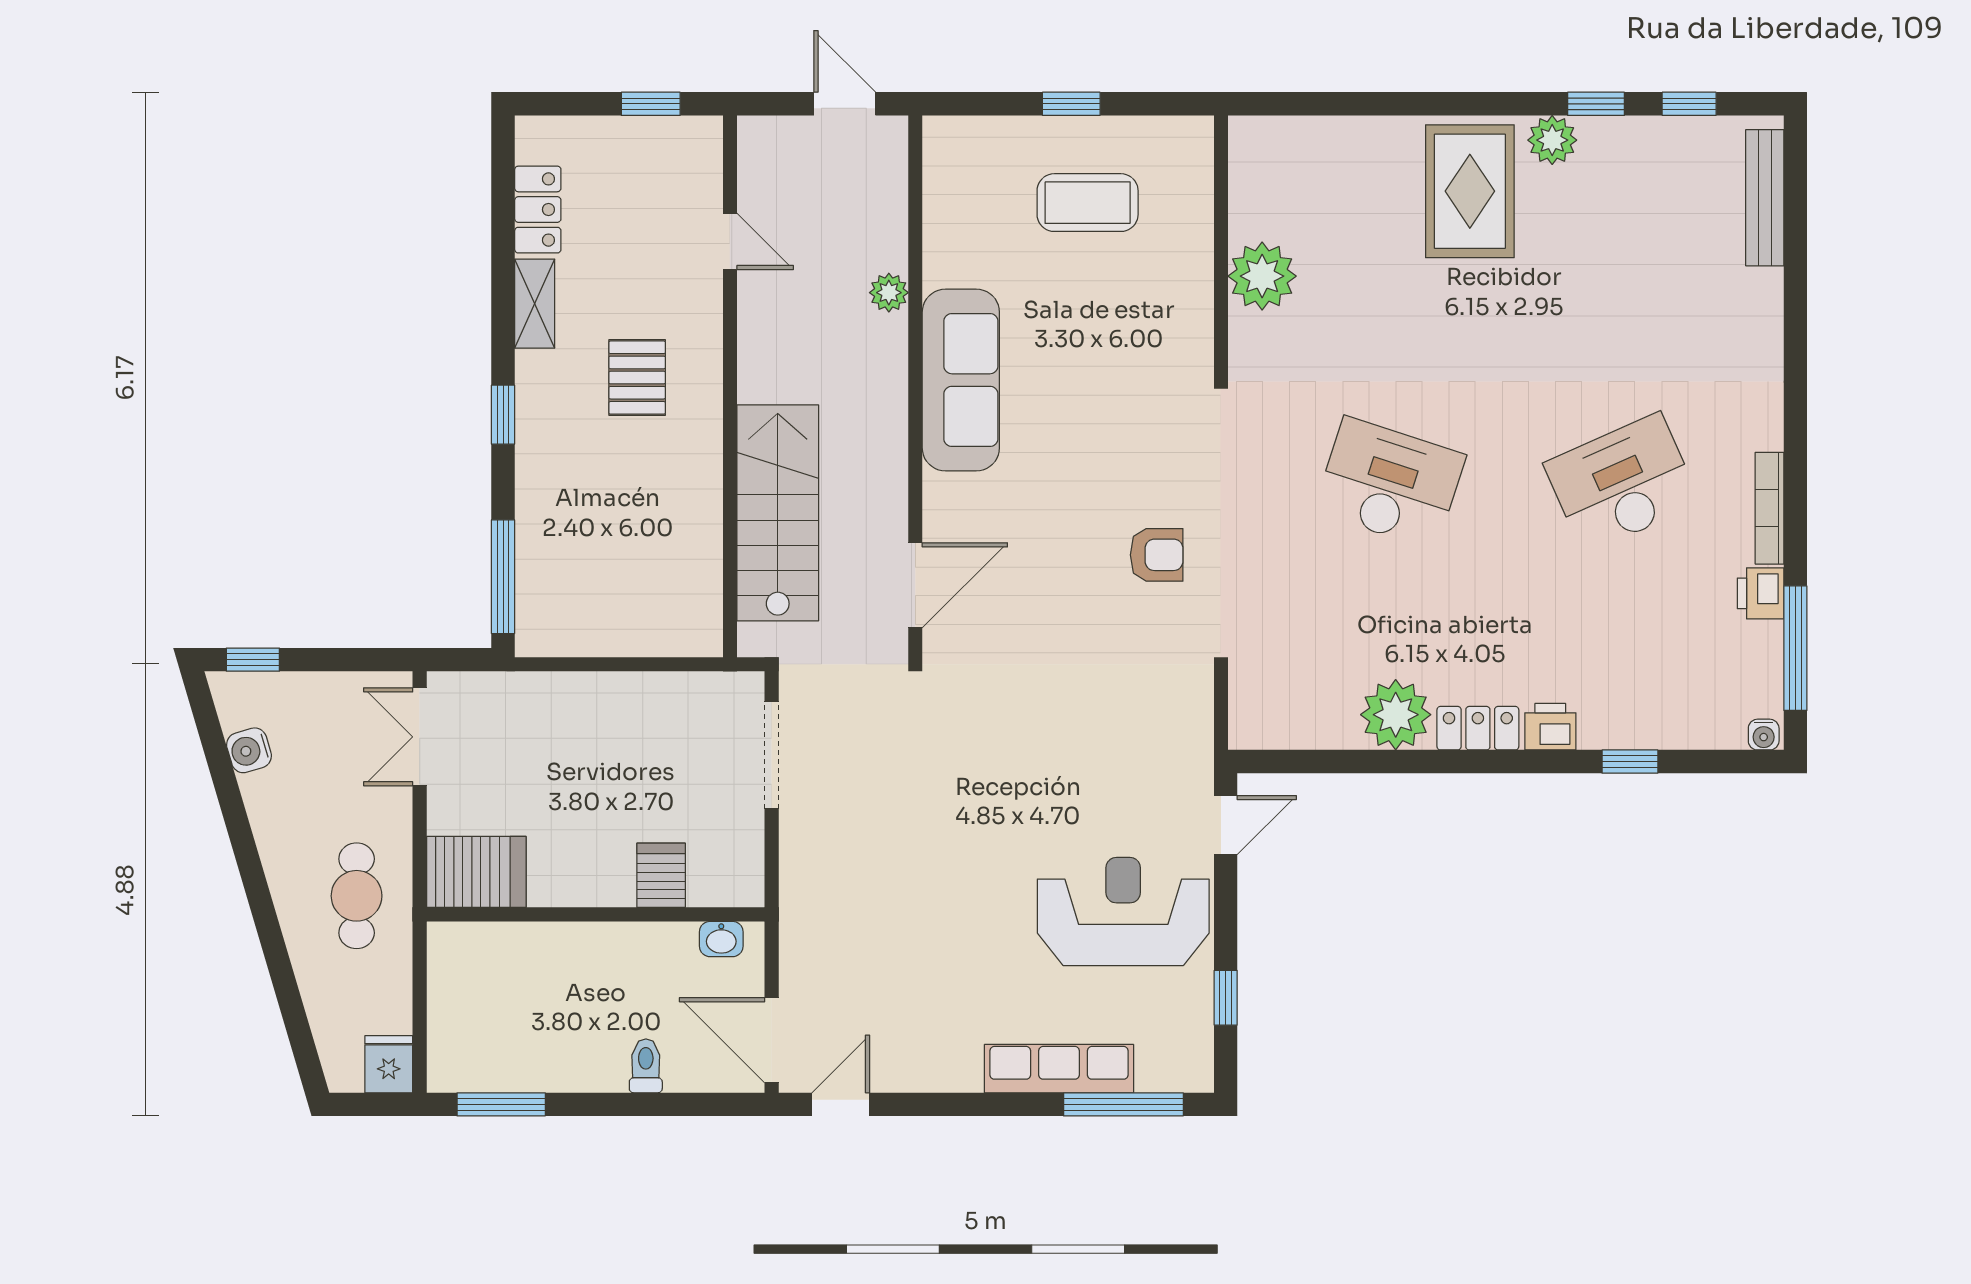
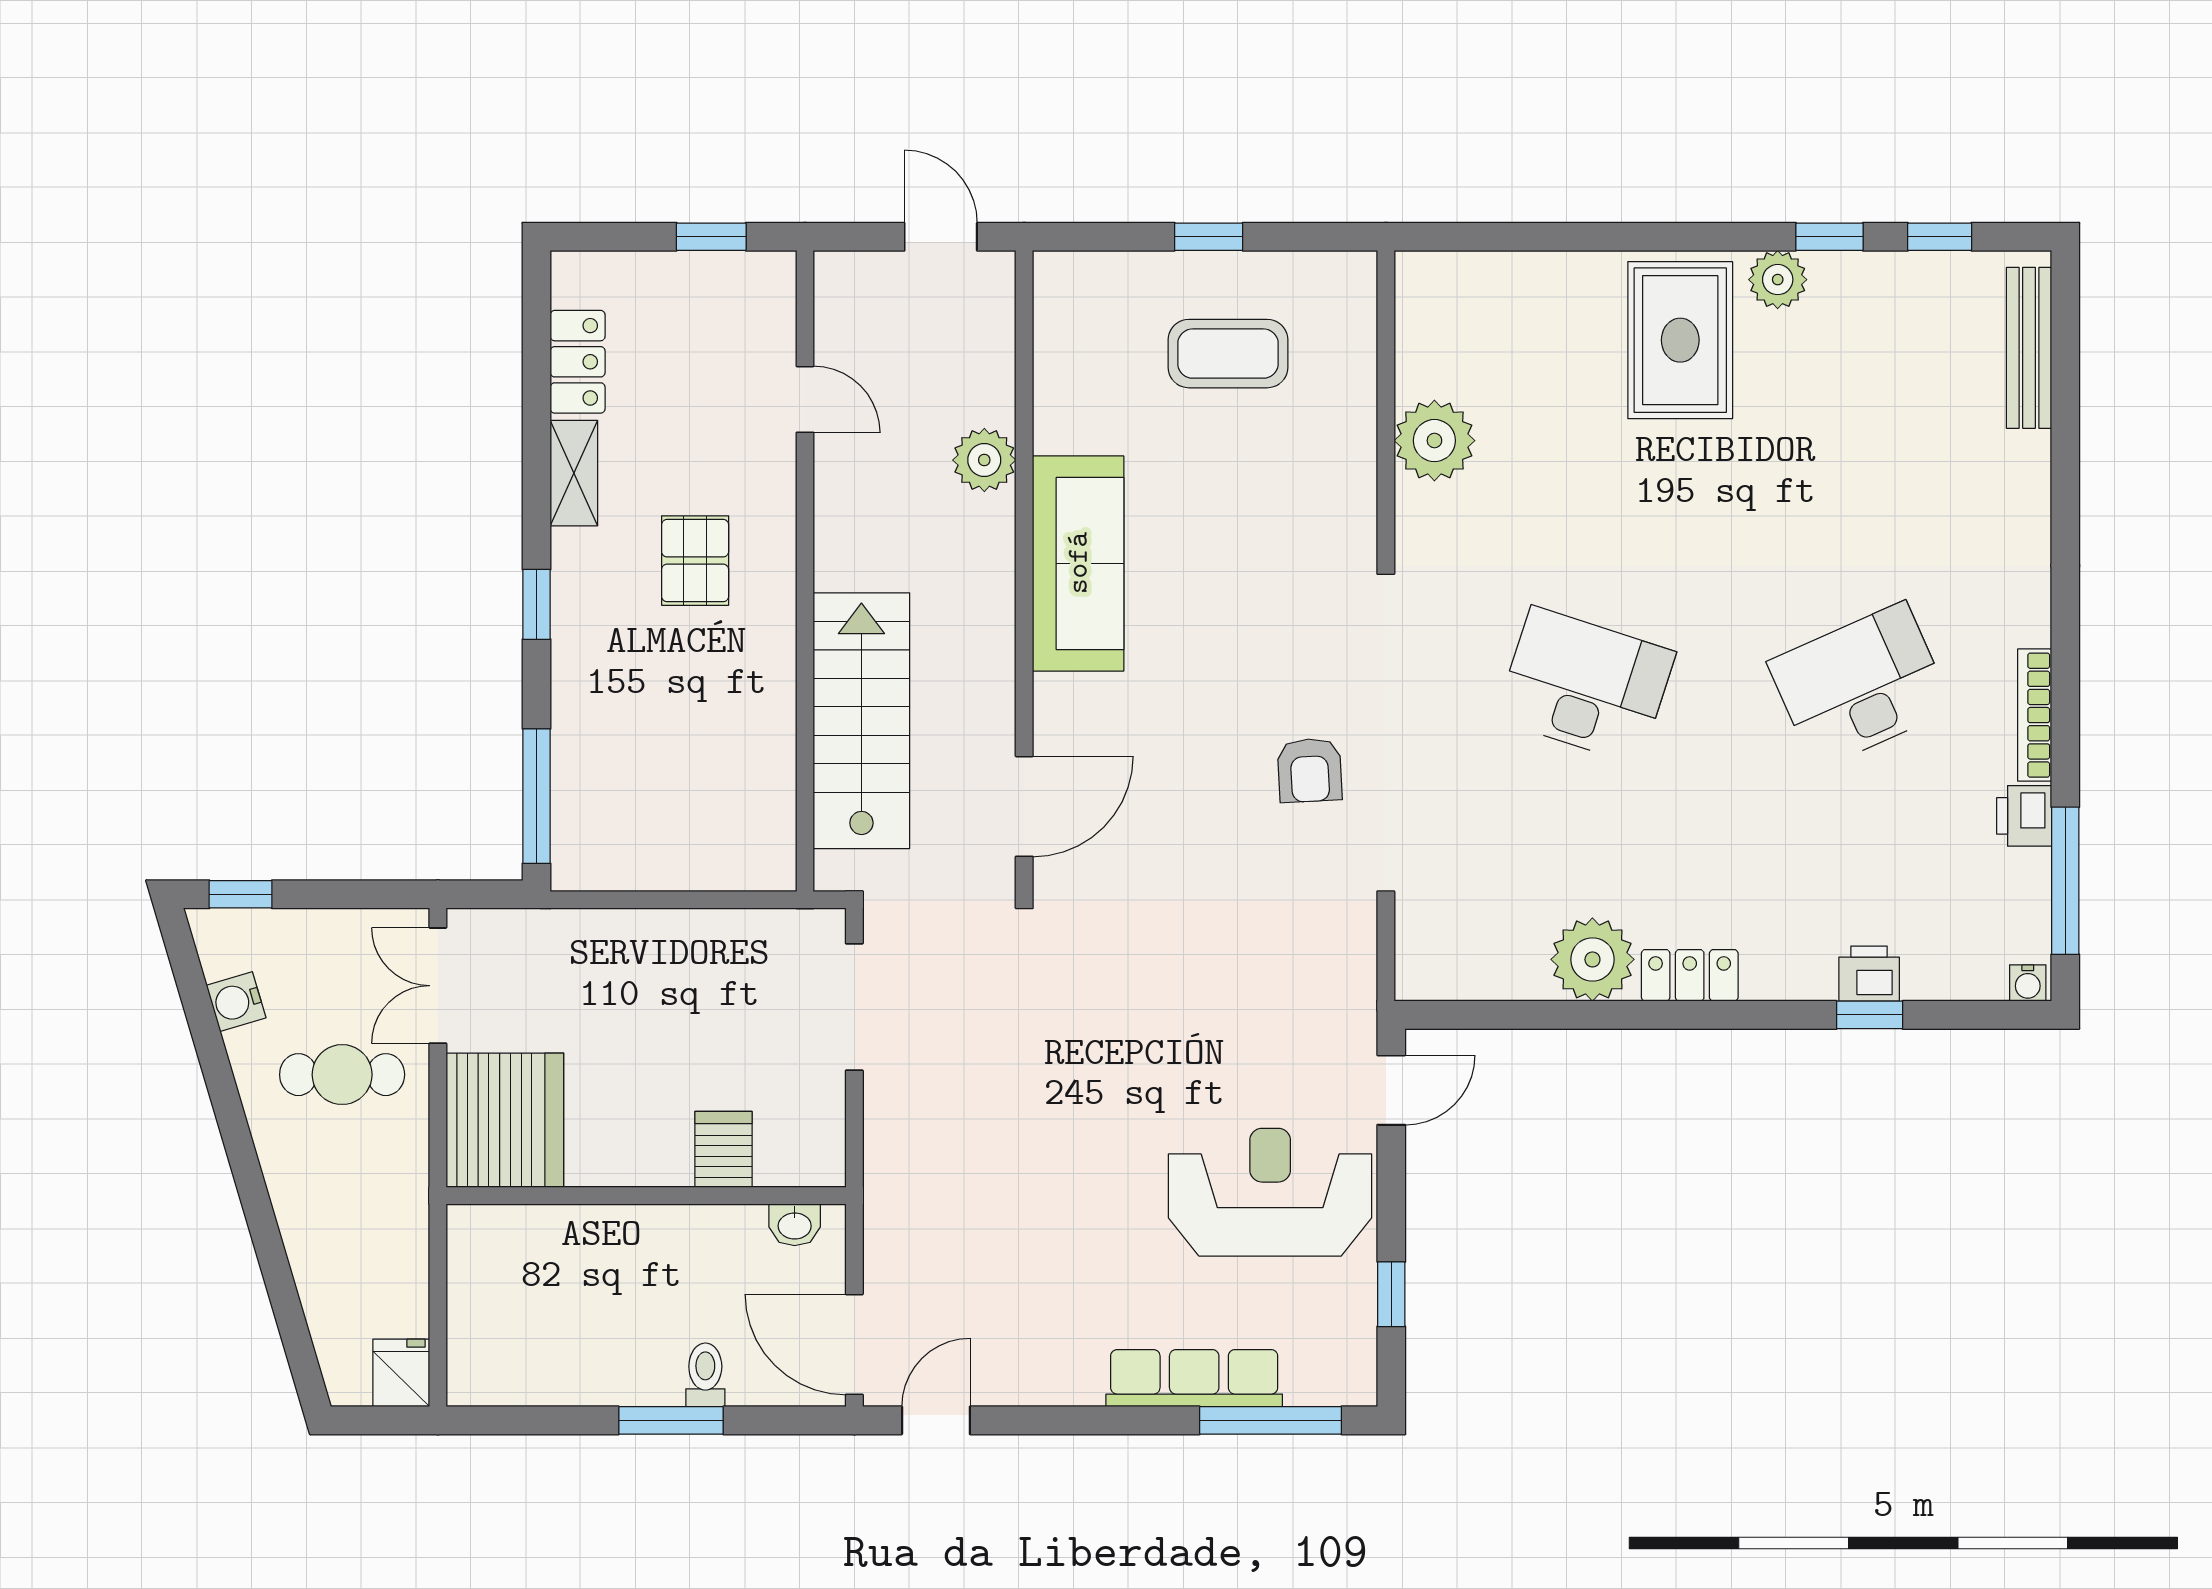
plant: (889, 293) -> (984, 460), width x1.38, depth x1.38
armchair: (1157, 555) -> (1310, 770), turned 87
printer: (1550, 727) -> (1869, 974), moved
server rack: (476, 872) -> (505, 1120), width x1.60
cafe table: (357, 896) -> (342, 1075), moved, turned 90
window: (501, 1104) -> (671, 1420), moved

